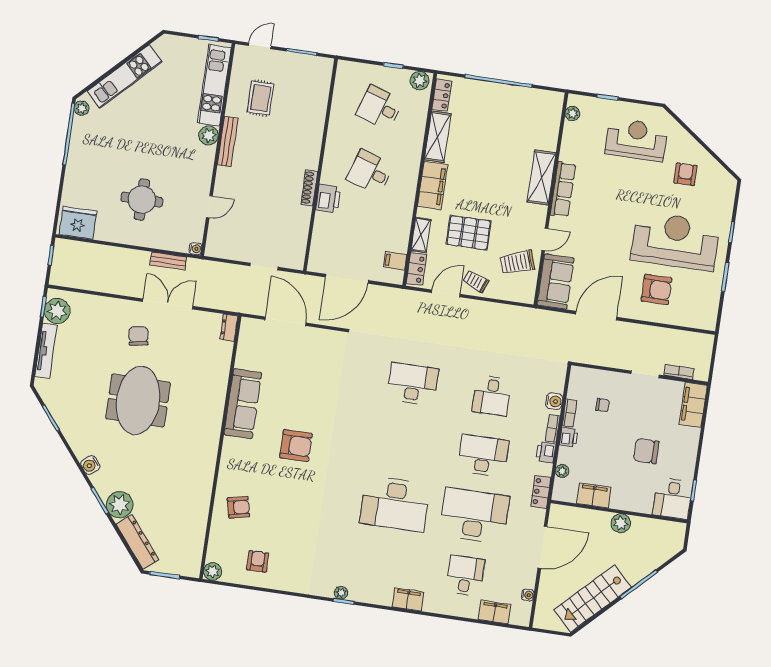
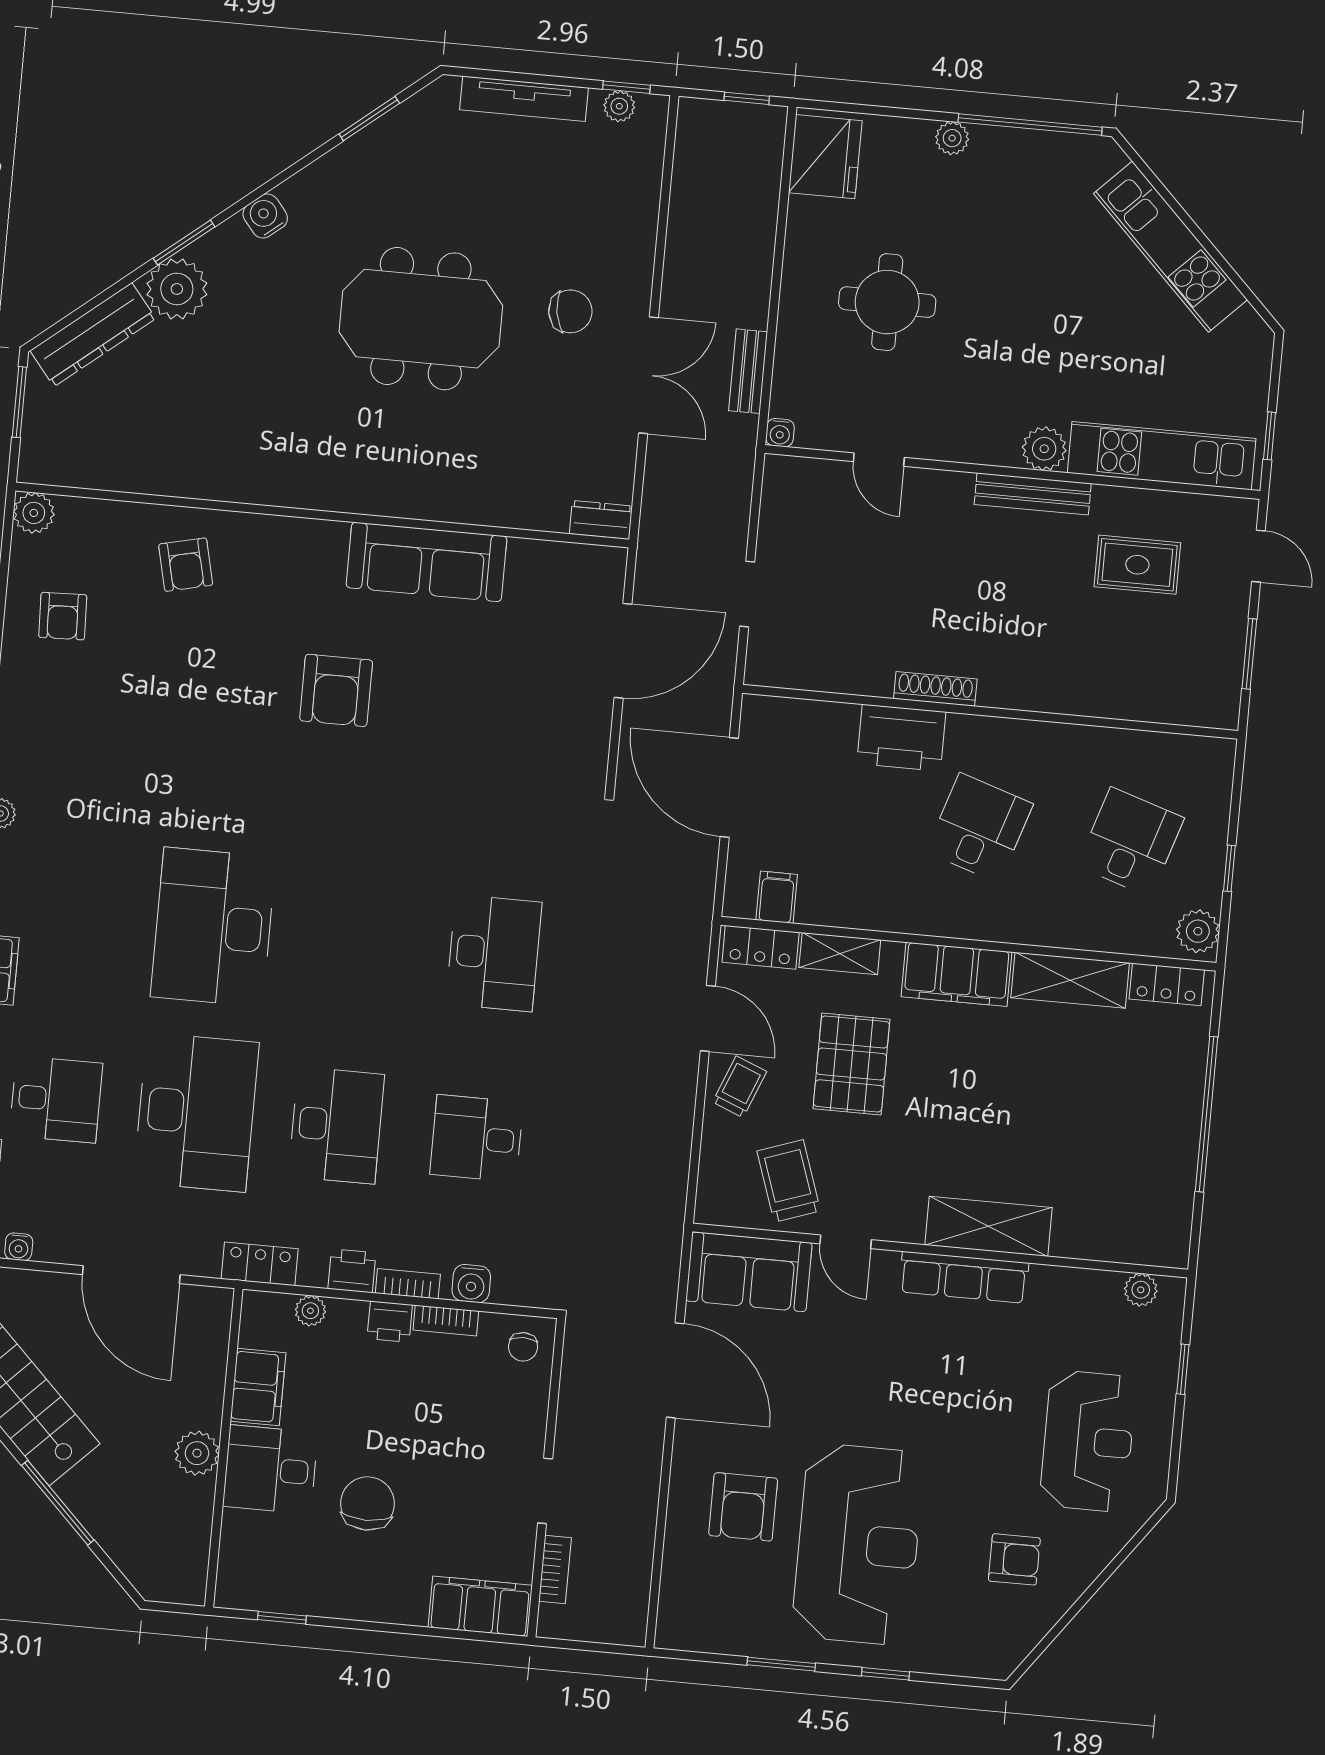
plant: (82, 108) -> (952, 138), moved
printer: (328, 198) -> (901, 738), width x1.37, depth x1.19
plant: (57, 311) -> (619, 106), width x0.53, depth x0.53
chair: (603, 405) -> (523, 1347), moved
desk: (673, 498) -> (270, 1470), moved
armchair: (258, 561) -> (63, 616), turned 88

